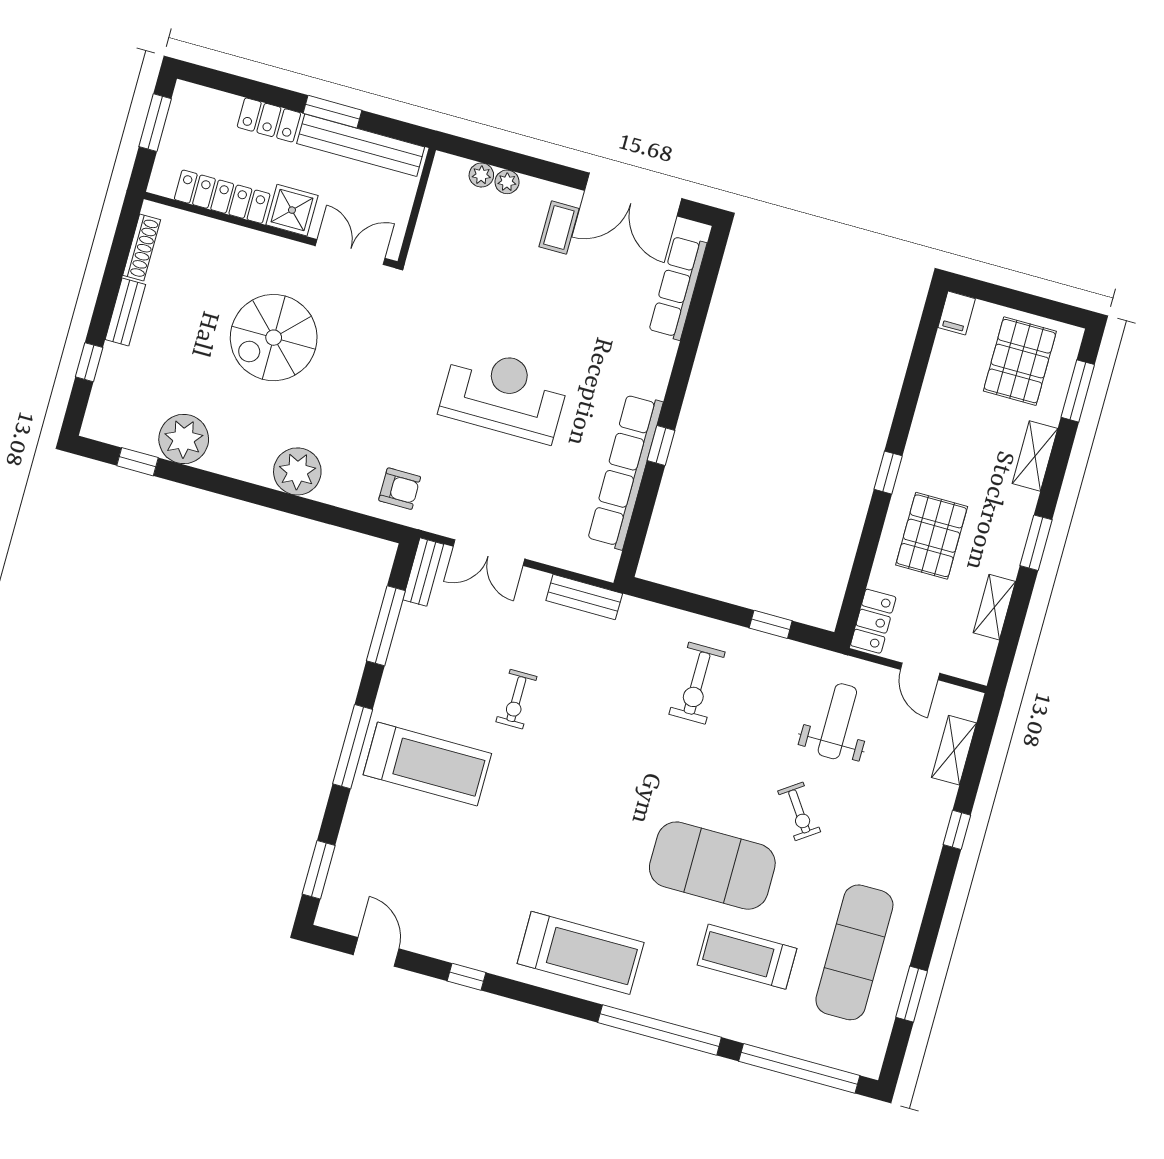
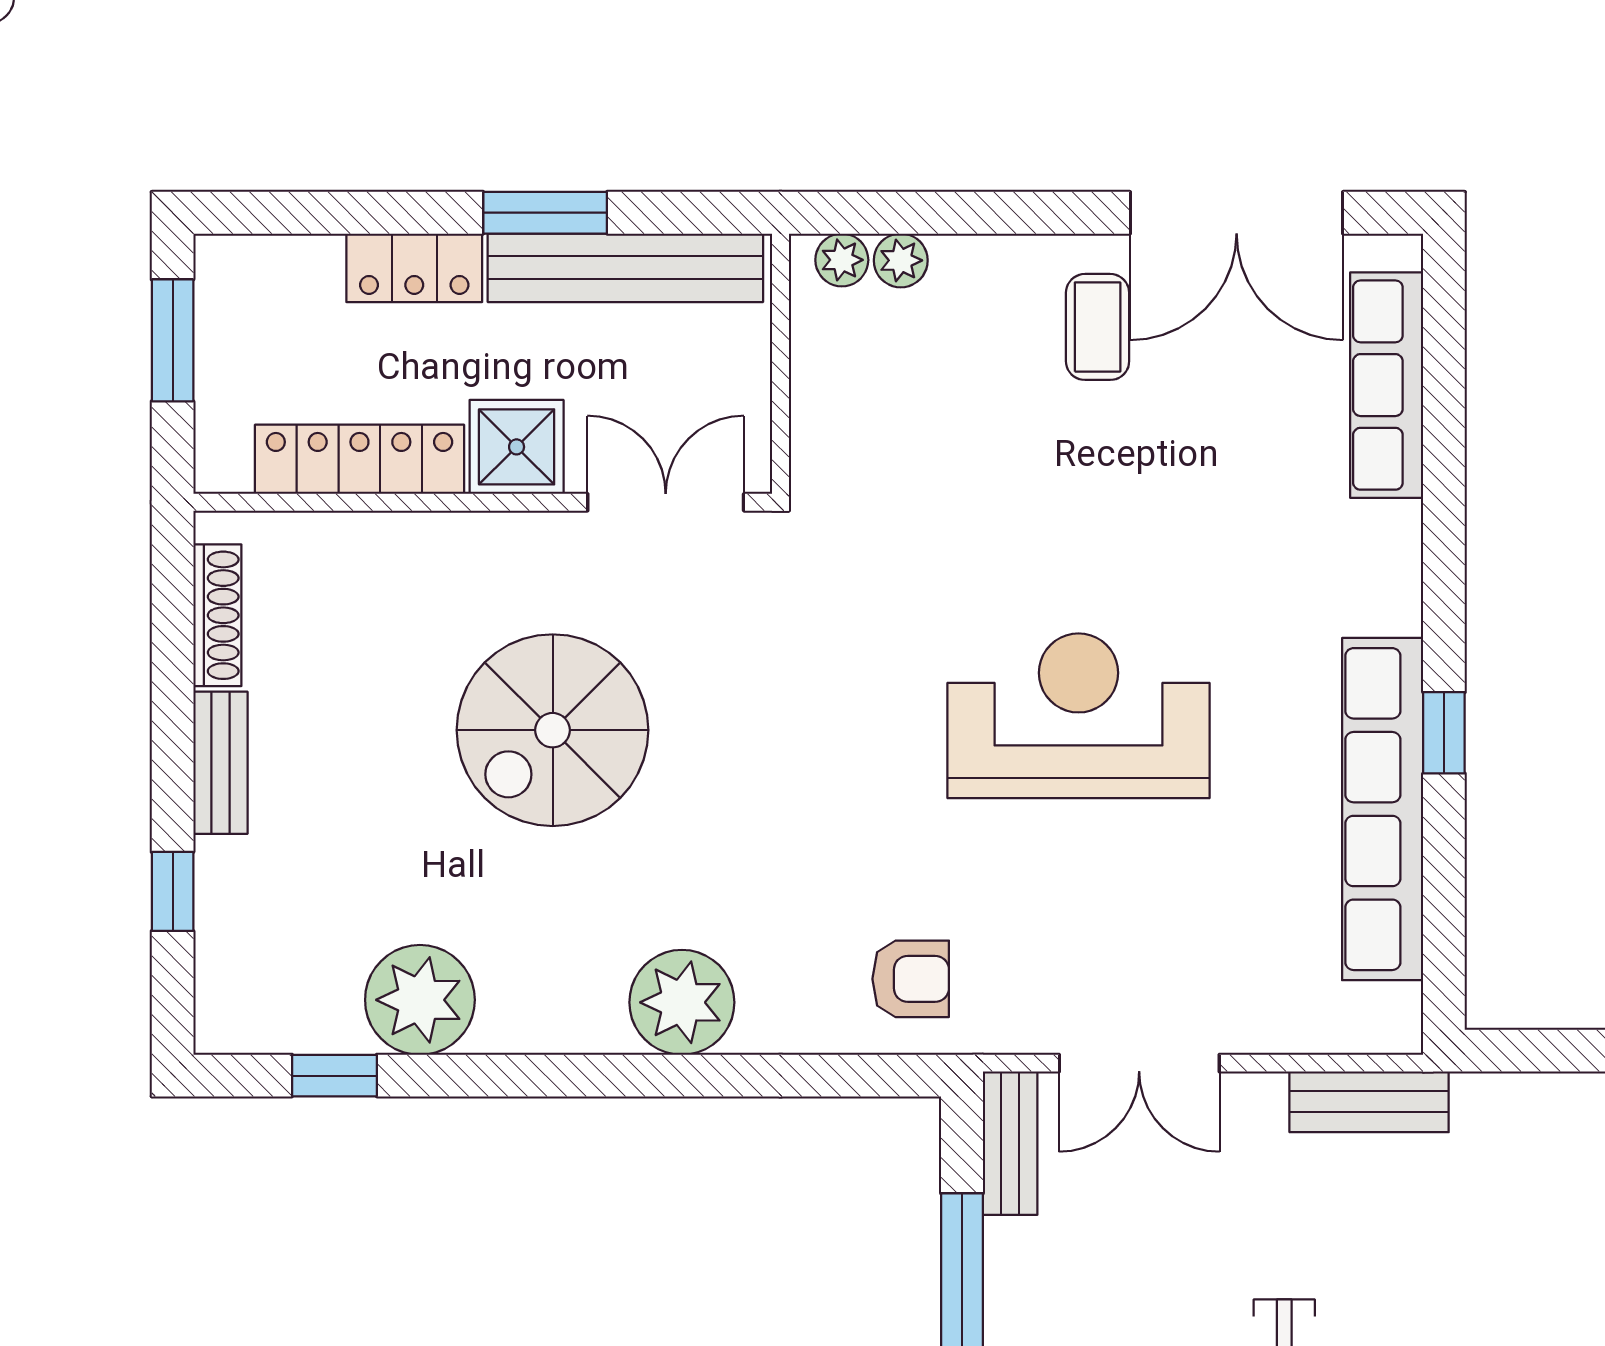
plant: (507, 182) -> (842, 260), moved

